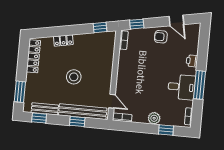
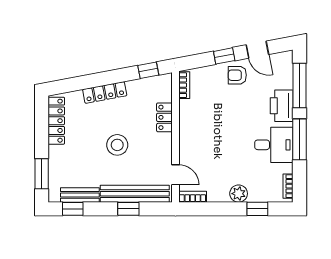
window: (137, 24) -> (224, 56), moved
locker: (63, 40) -> (105, 92), width x1.53
window: (203, 48) -> (300, 86), added
locker: (108, 61) -> (164, 117), added
printer: (192, 61) -> (282, 106), width x1.87, depth x1.48

